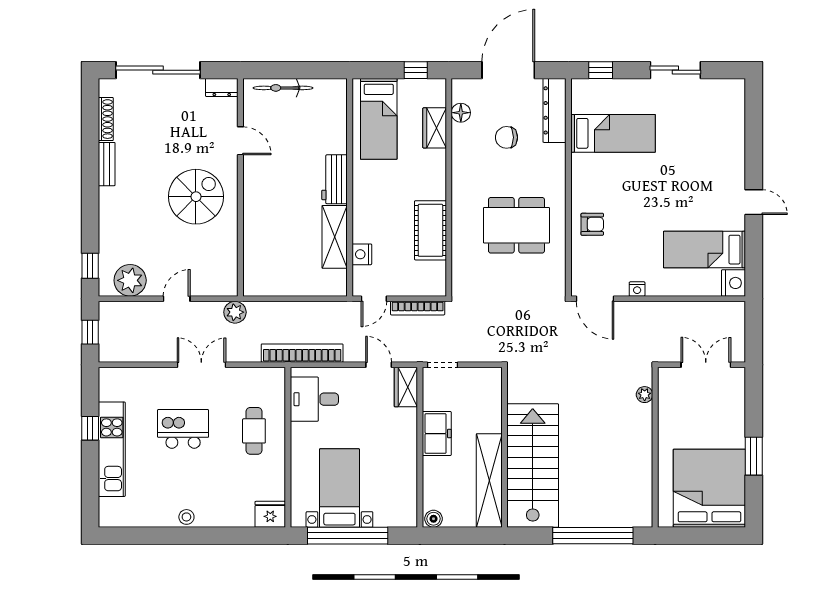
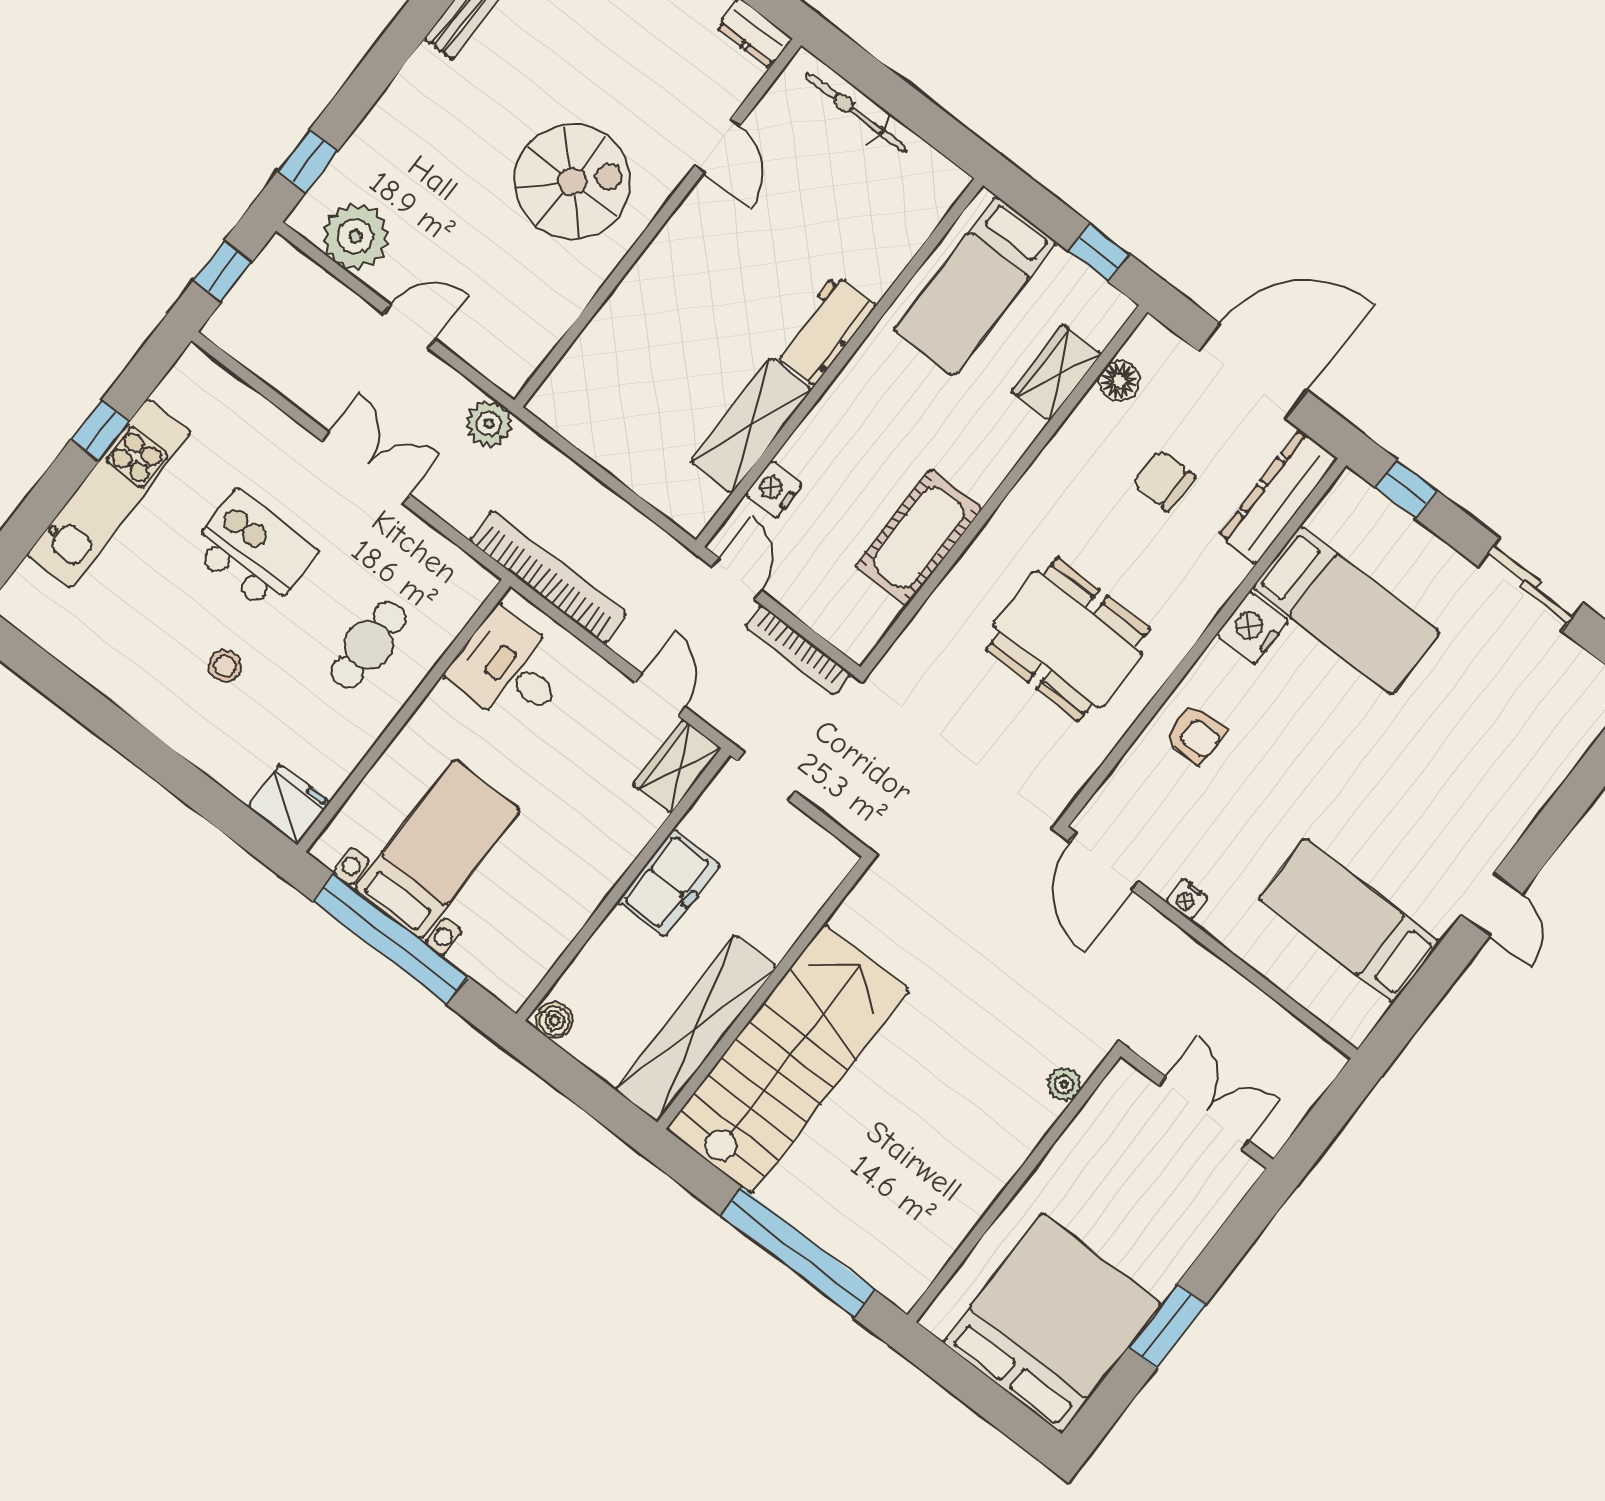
nightstand: (734, 283) -> (1252, 628), moved, turned 180
door: (374, 299) -> (737, 579), swing flipped
stool: (186, 517) -> (225, 666), moved

